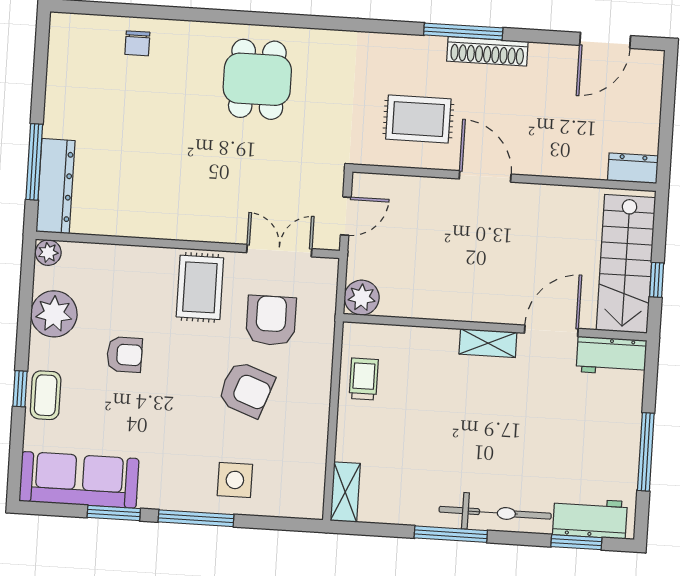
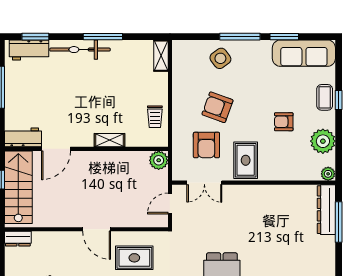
shelving: (488, 343) -> (109, 140), moved
side table: (235, 480) -> (220, 58), turned -37

